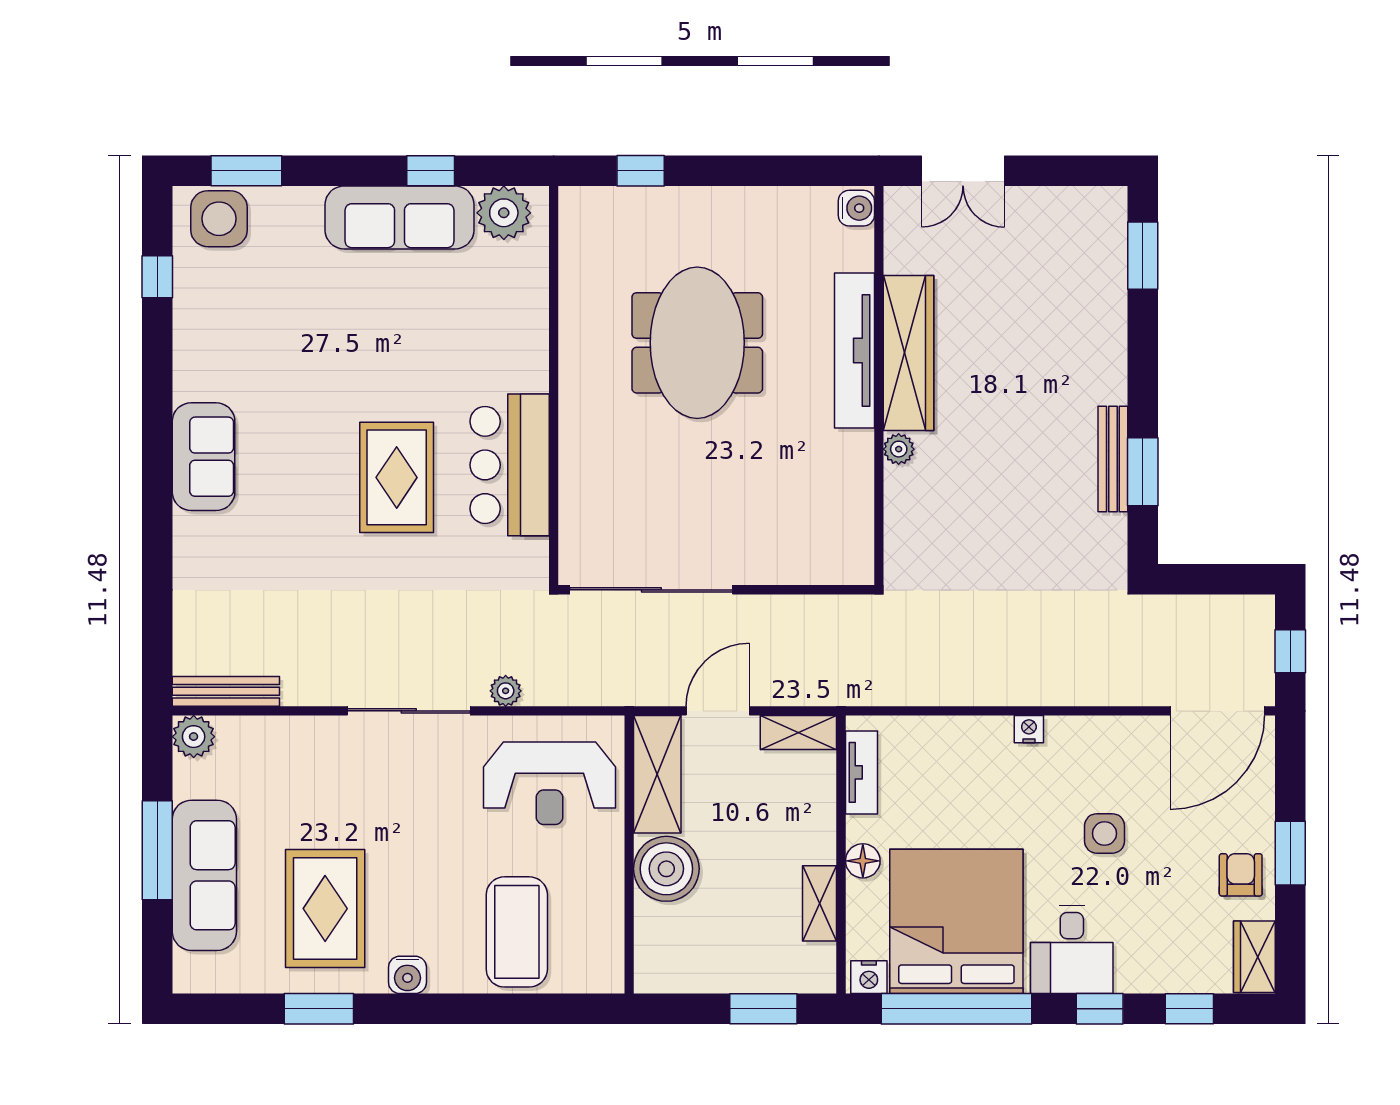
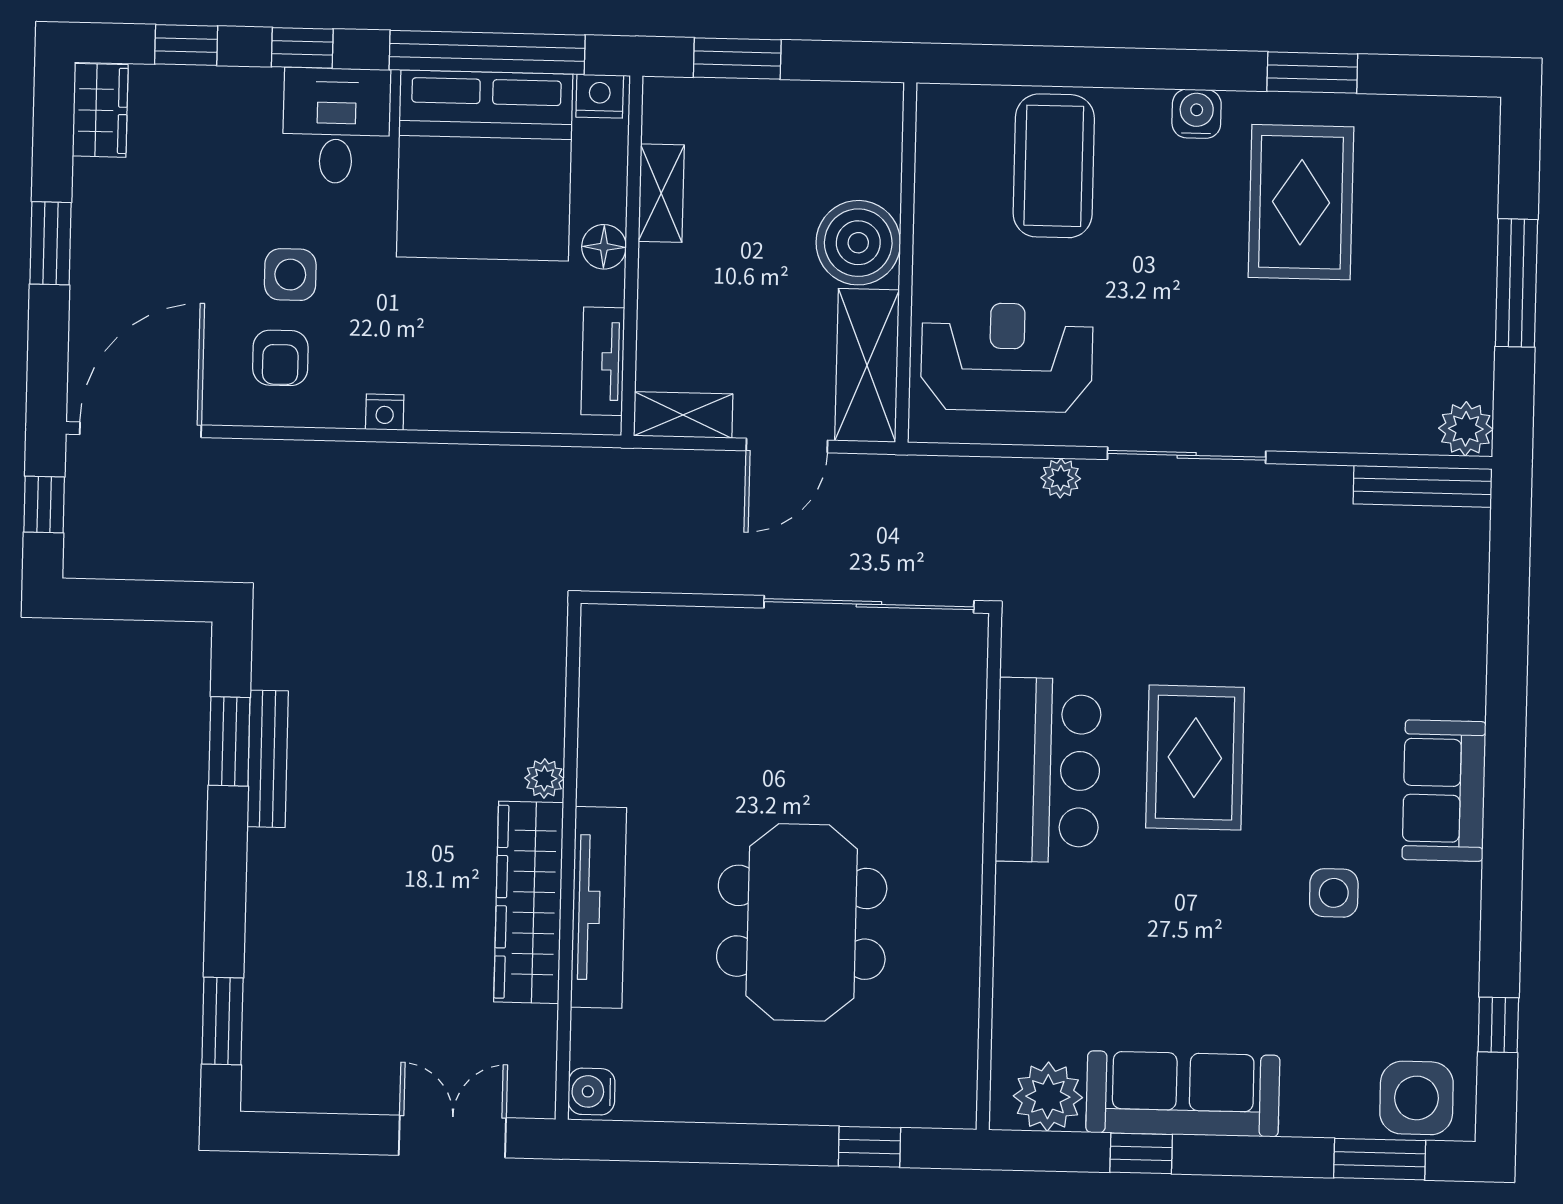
side table: (287, 376) -> (1334, 893), added
sofa: (204, 875) -> (1456, 249), removed
armchair: (1241, 875) -> (280, 358), moved

